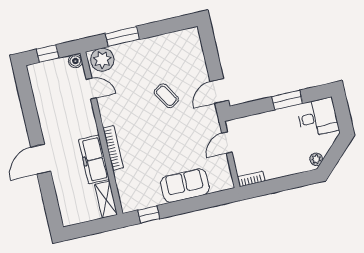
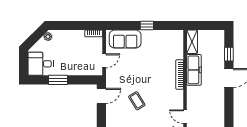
sofa: (185, 186) -> (125, 39), moved
window: (49, 194) -> (229, 54), added
window: (149, 214) -> (147, 25), moved

